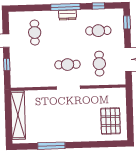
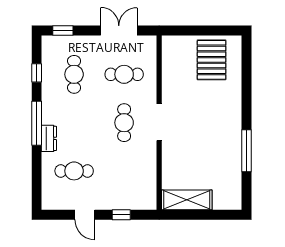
dresser: (67, 15) -> (49, 138), moved
shelving: (18, 115) -> (187, 200), width x0.68
pallet: (111, 121) -> (212, 60), turned 90

